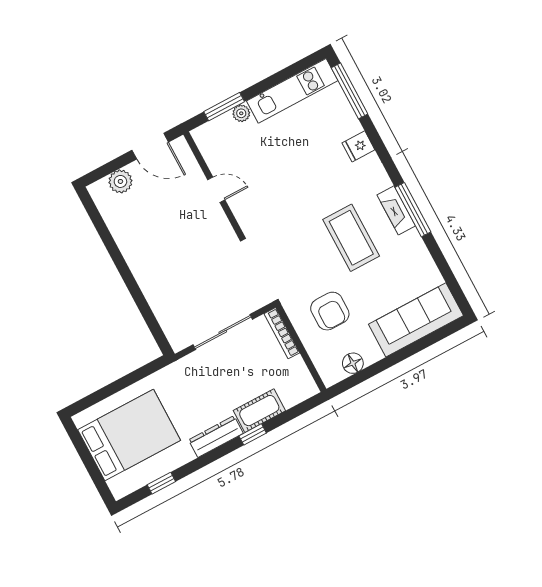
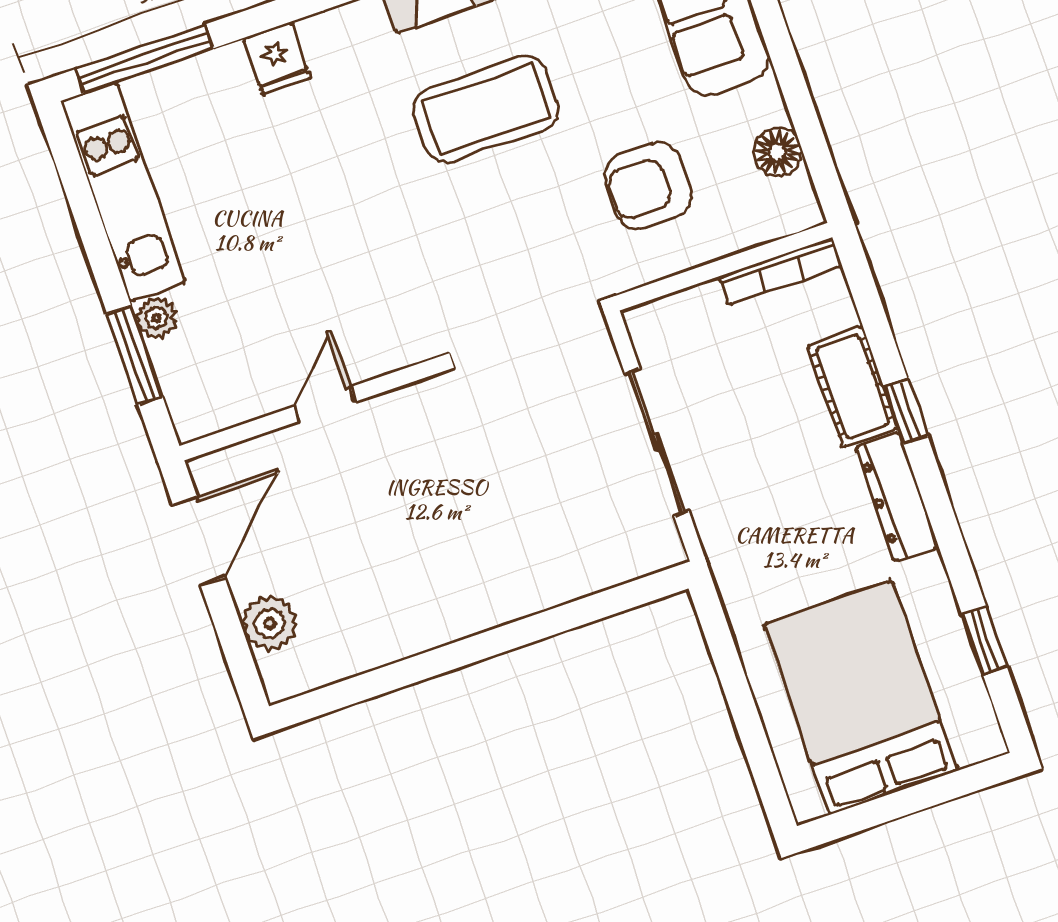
armchair: (330, 311) -> (648, 186), turned 180
bookcase: (282, 333) -> (780, 271), moved

